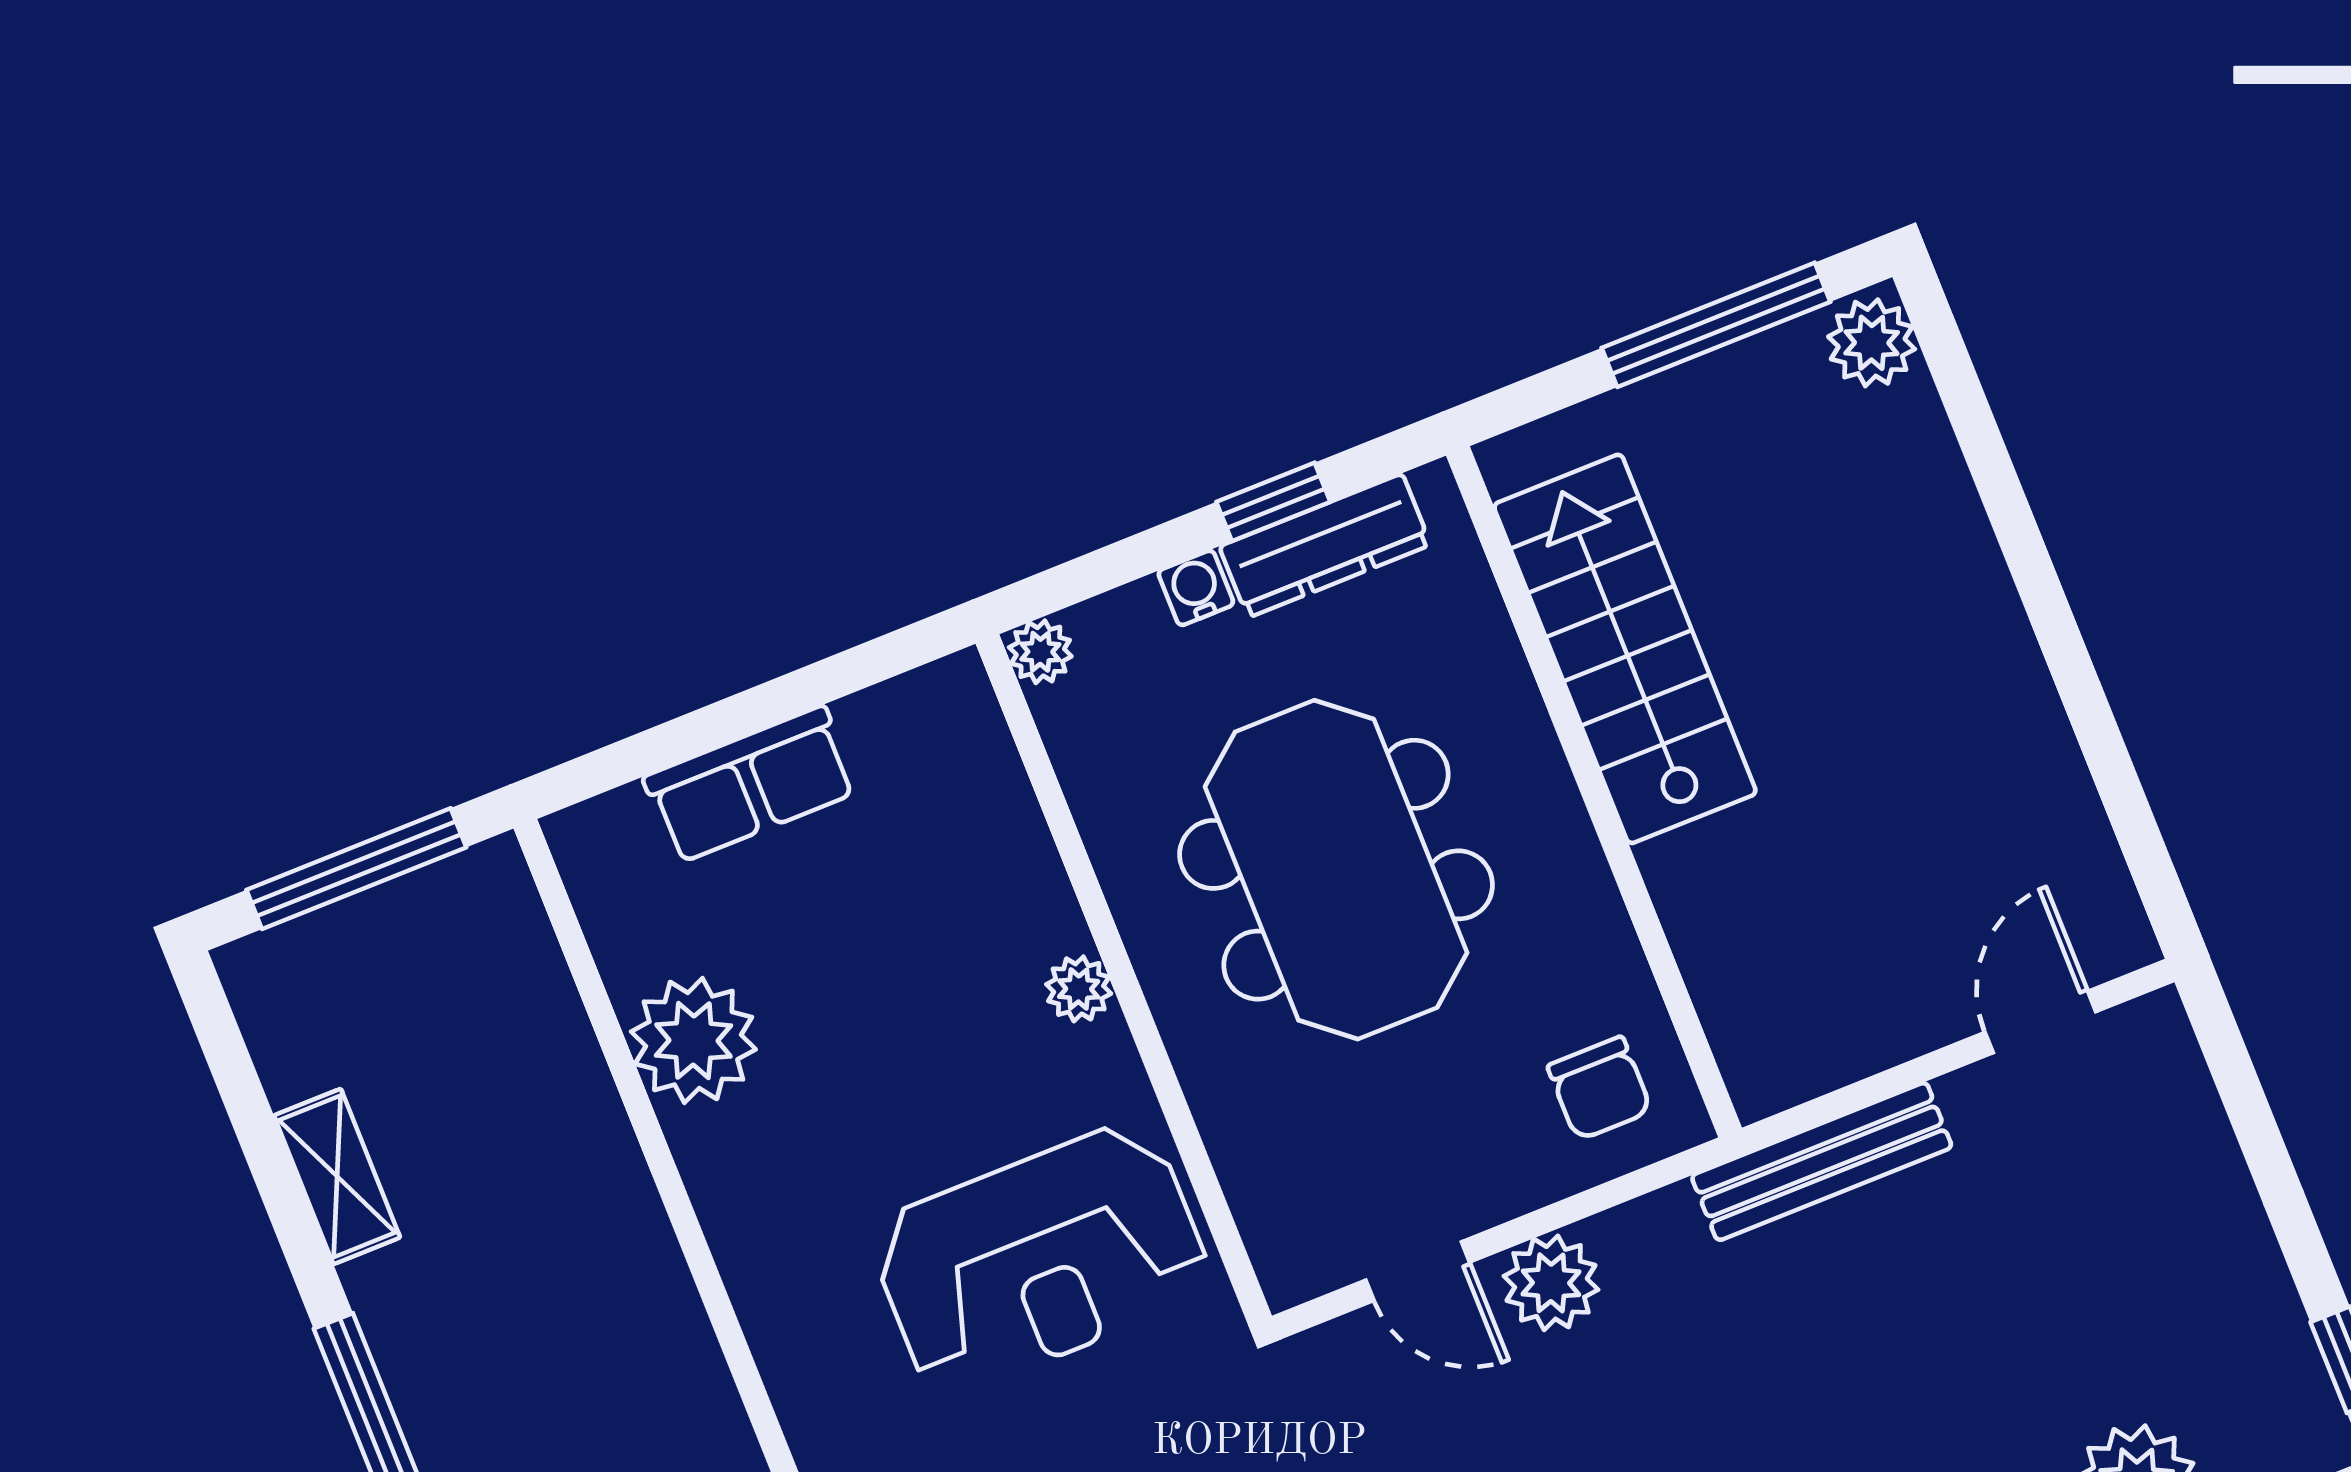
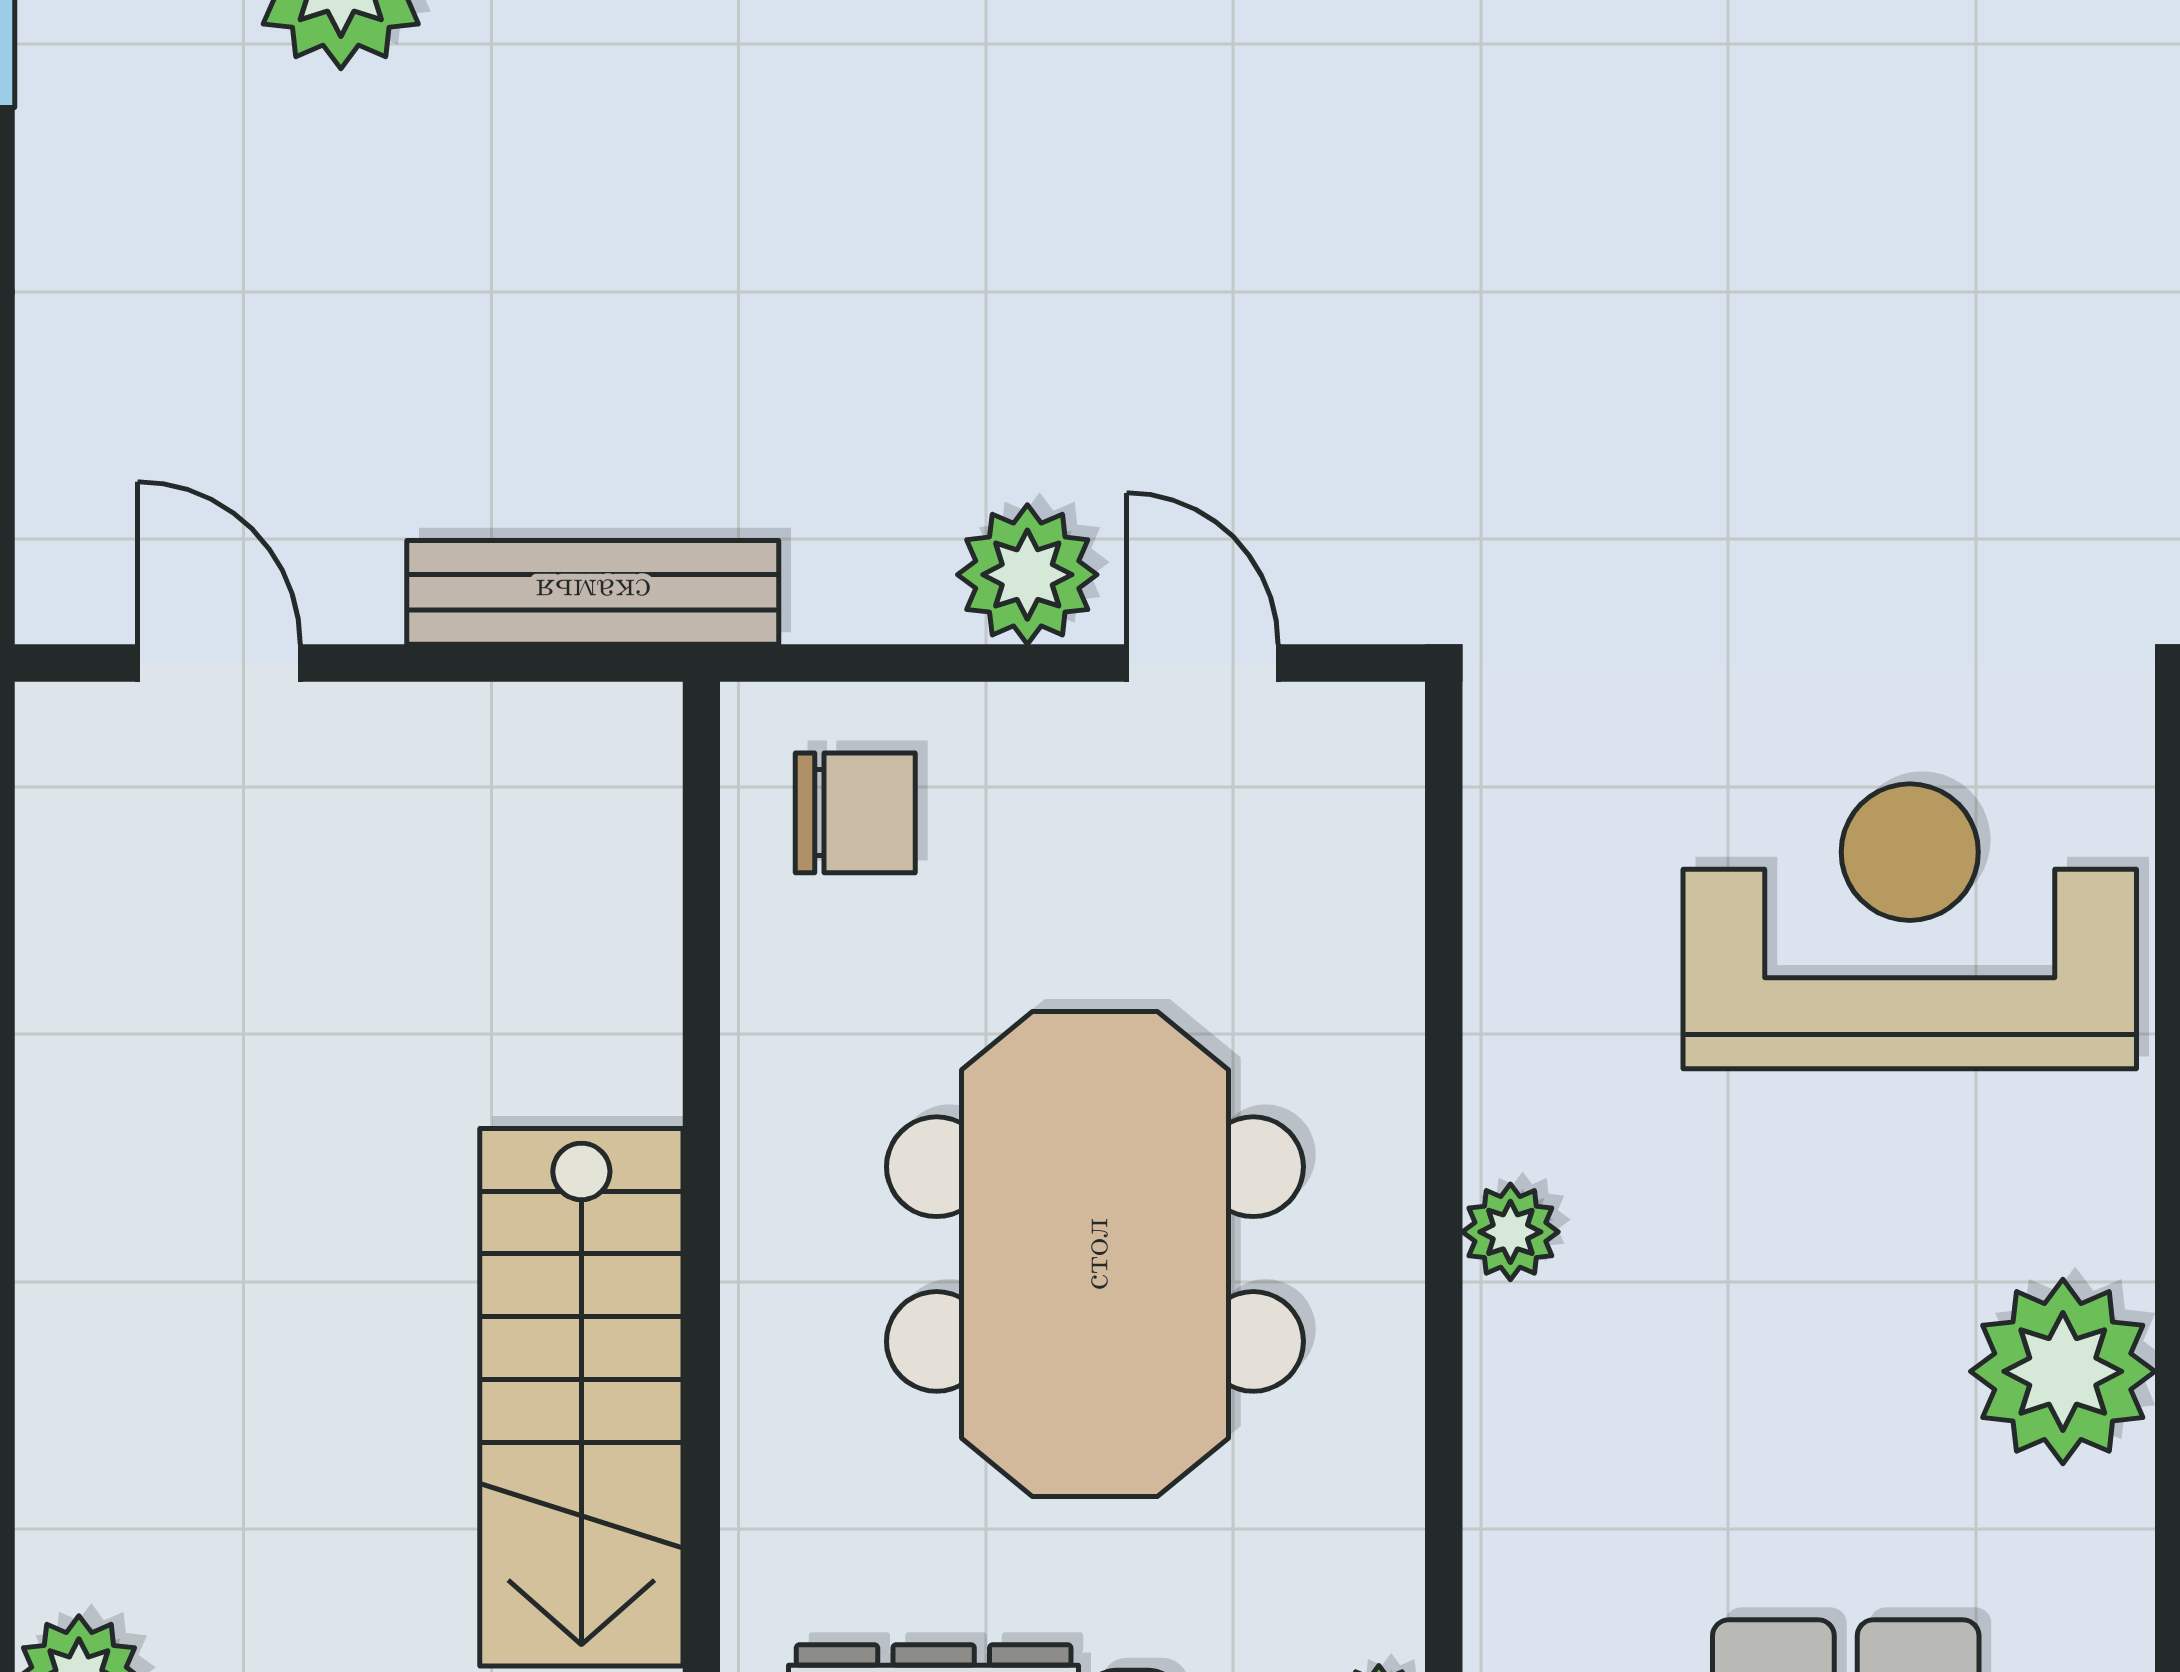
door: (2040, 1022) -> (219, 663), swing flipped
chair: (1600, 1088) -> (855, 813), turned 90
reception desk: (1040, 1259) -> (1910, 926), moved

